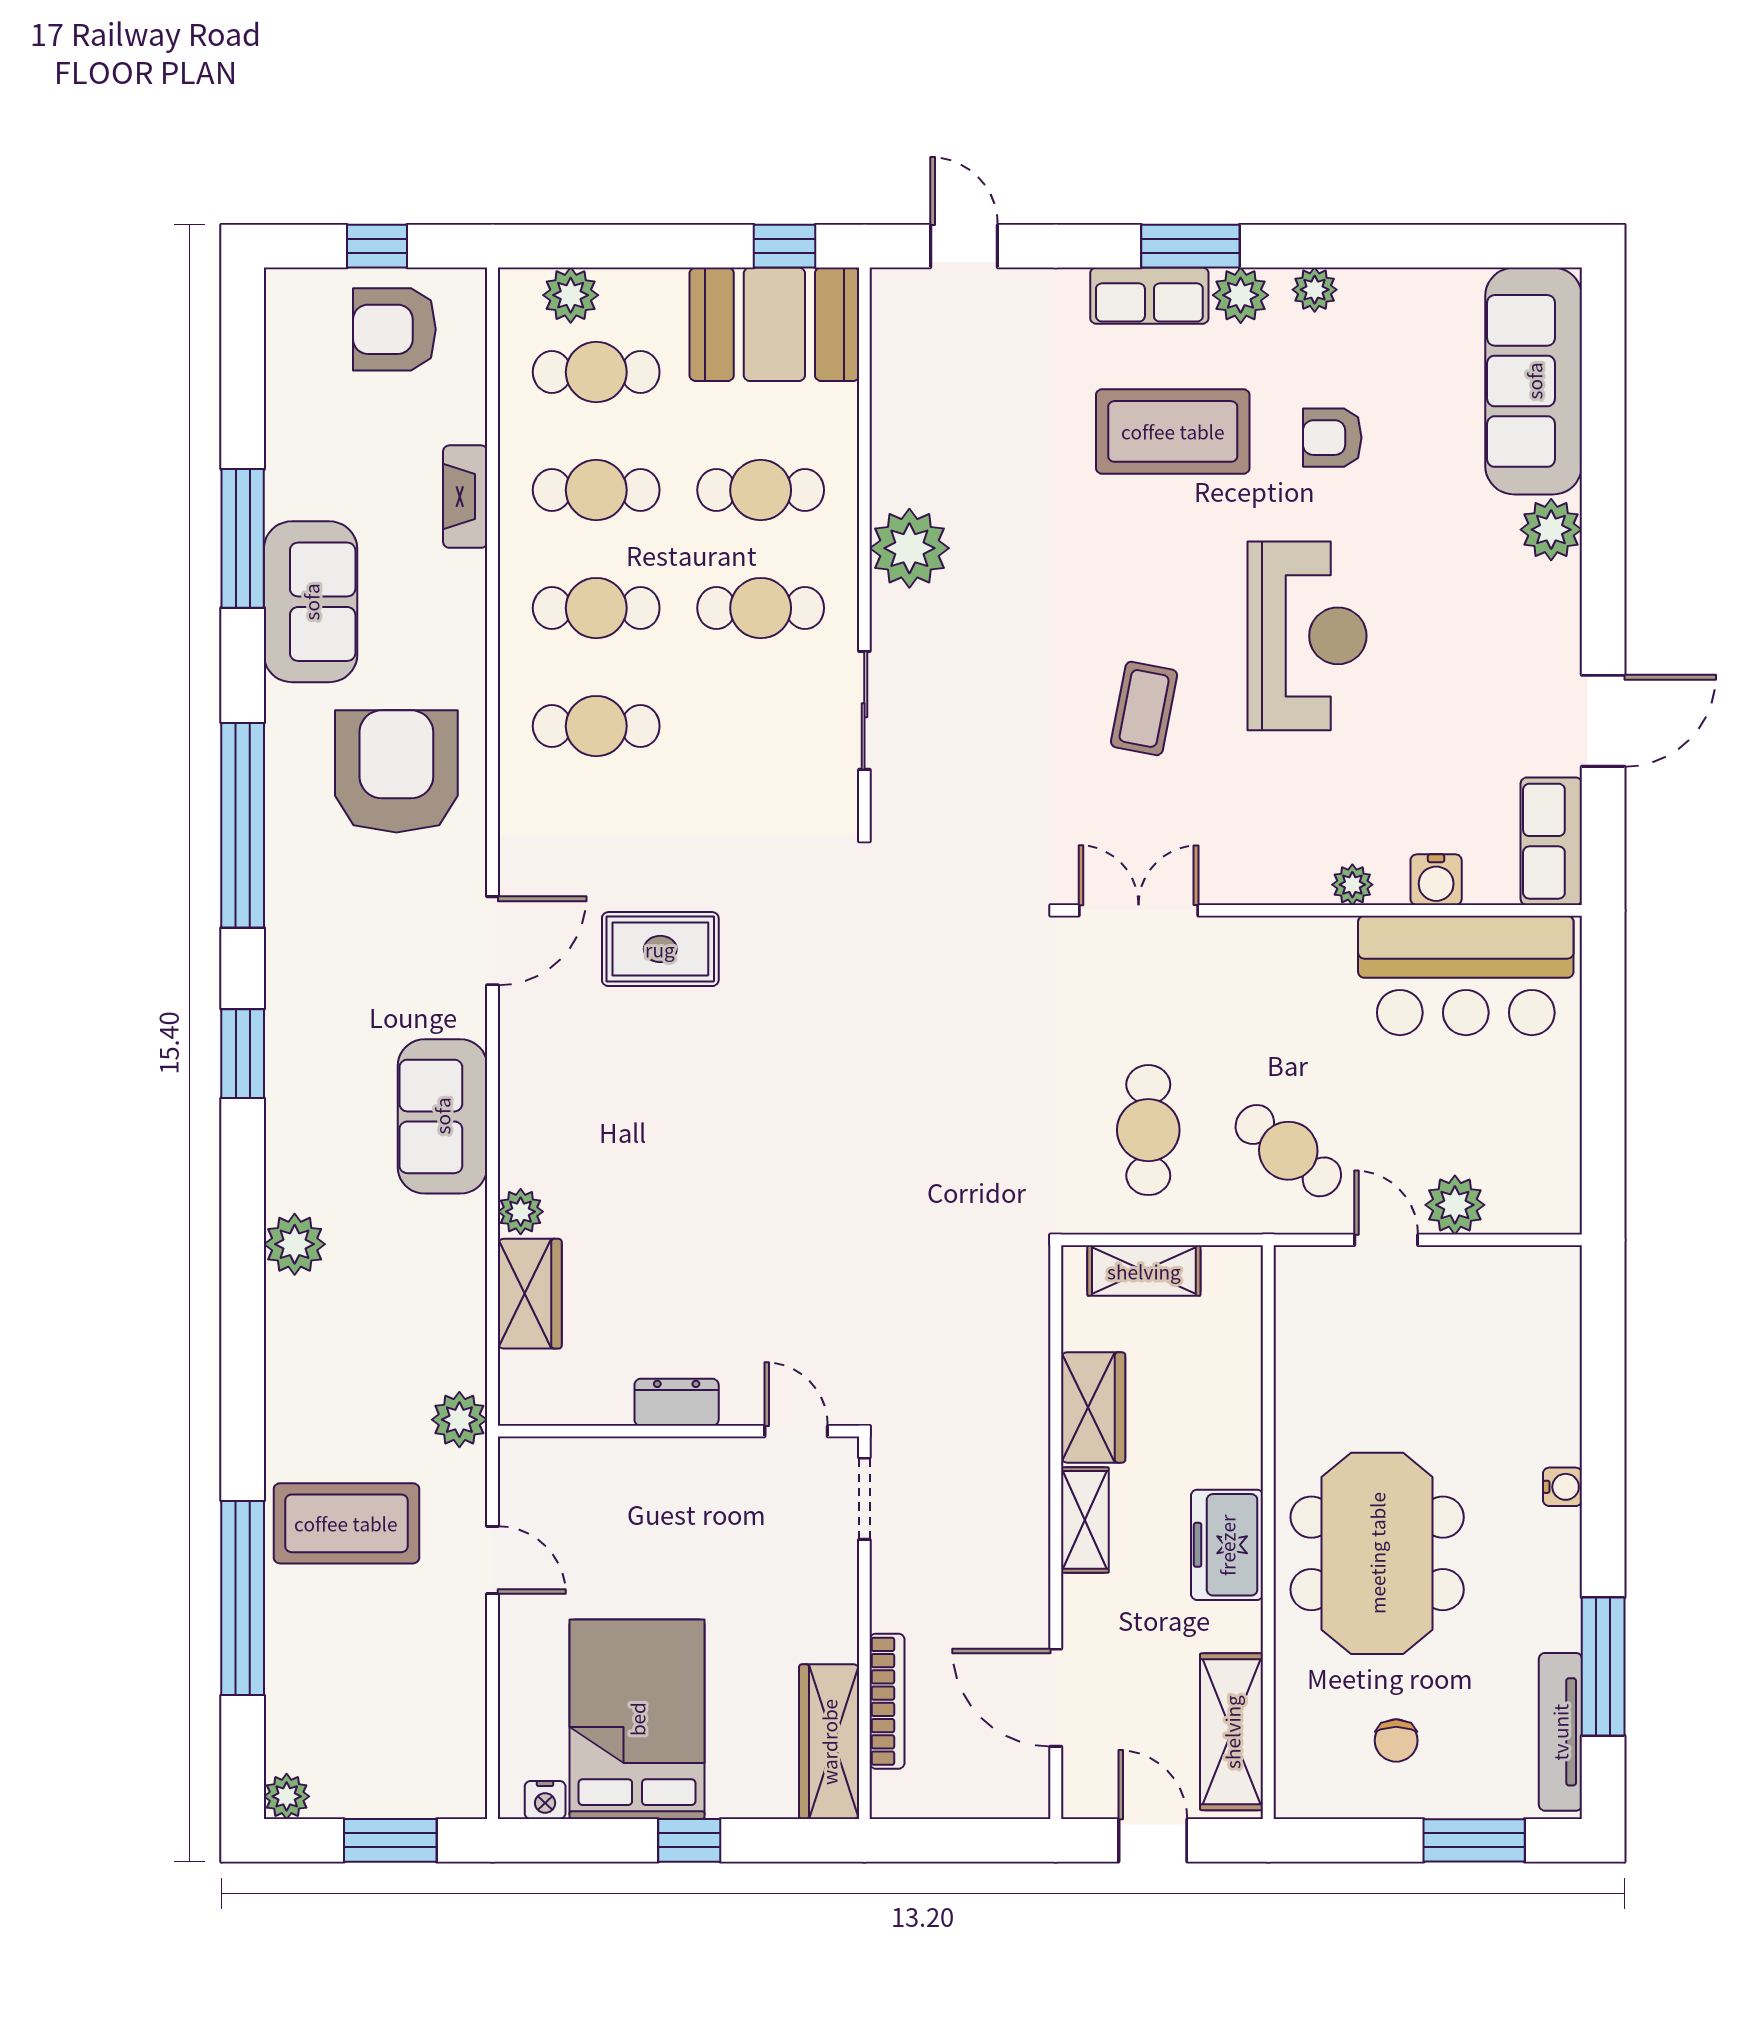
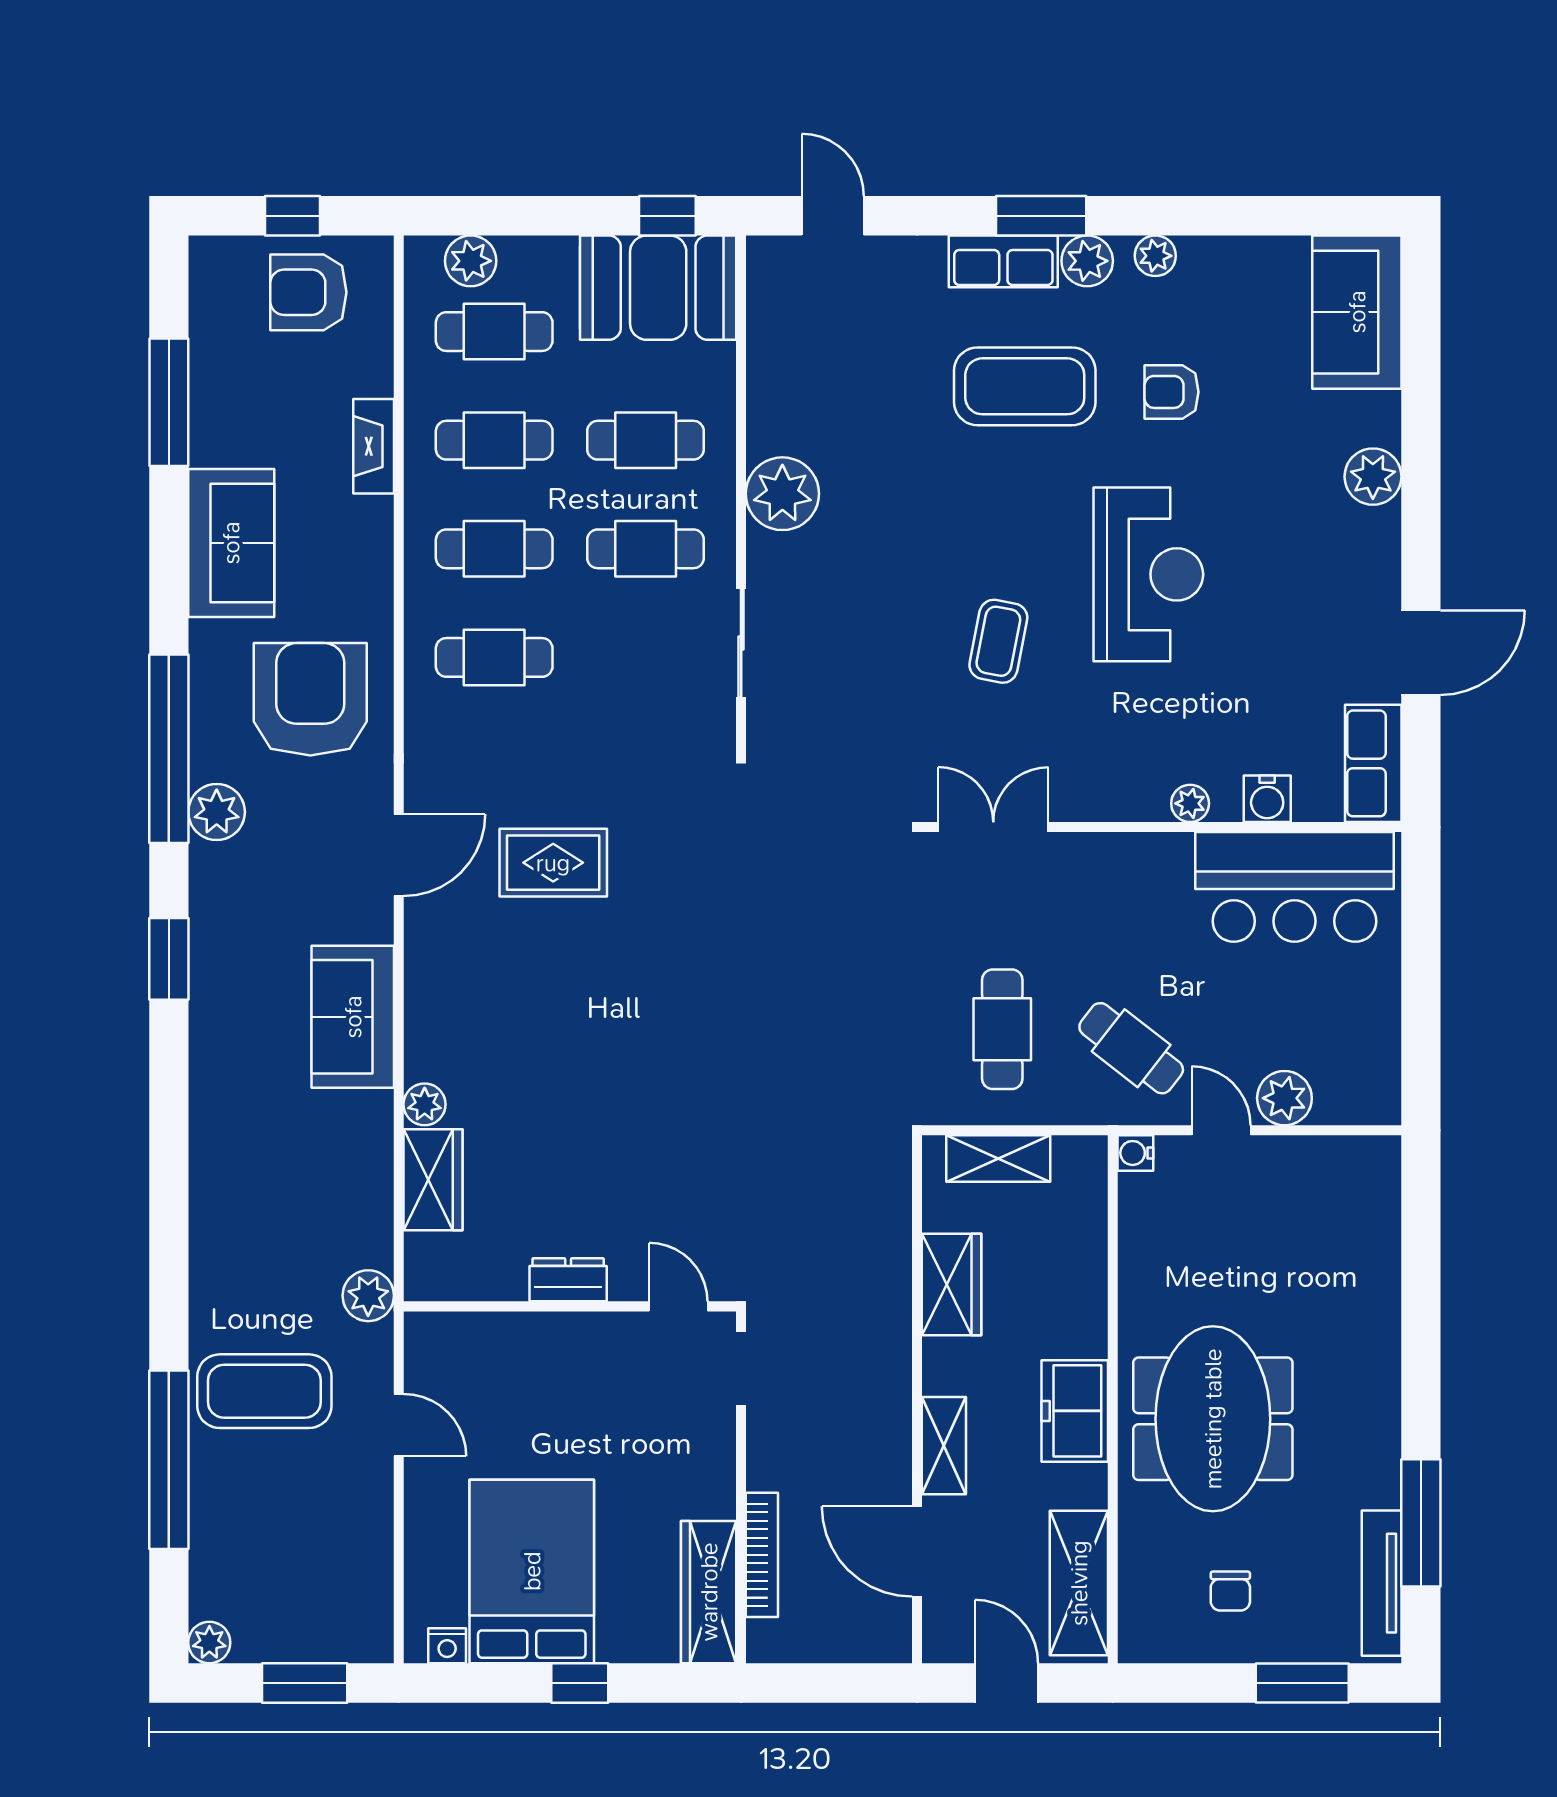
sofa: (1534, 381) -> (1357, 312), width x0.73
window: (243, 538) -> (169, 402), moved
plant: (295, 1244) -> (217, 812), moved
water cooler: (1562, 1487) -> (1135, 1153), moved, turned 180
shelving: (1085, 1520) -> (944, 1446), moved

